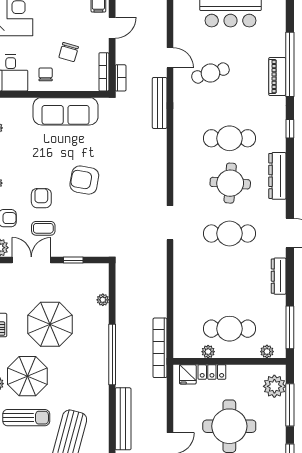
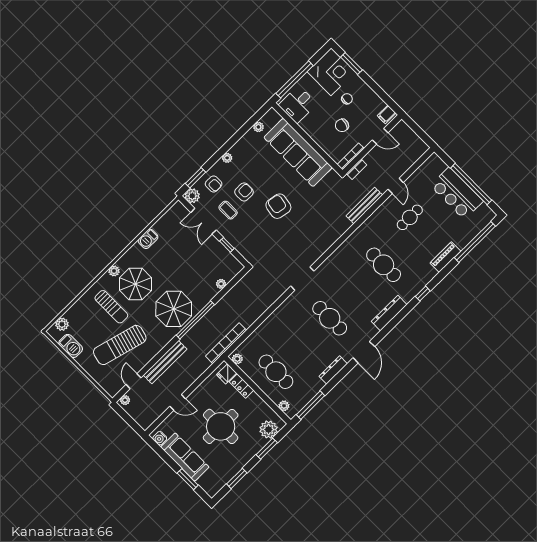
window: (290, 64) -> (475, 242), moved
cafe table: (210, 73) -> (410, 217), turned -73
chair: (46, 74) -> (347, 99), moved
sofa: (66, 111) -> (298, 152), width x1.36, depth x1.27
round table: (230, 183) -> (359, 290), removed
double door: (31, 260) -> (203, 221), swing flipped
parasol: (50, 324) -> (174, 309), moved
plant: (208, 352) -> (237, 359), moved
window: (290, 405) -> (267, 449), width x0.69

